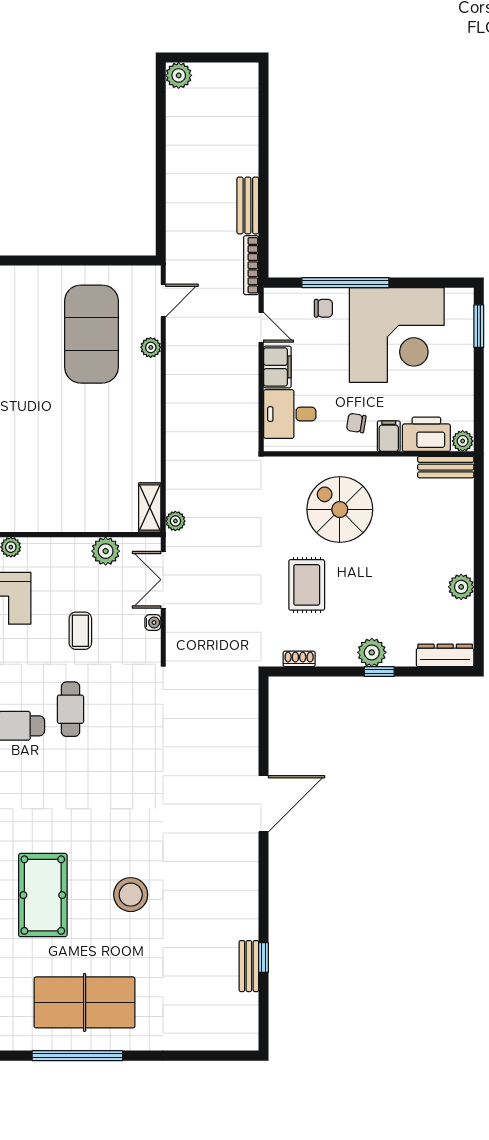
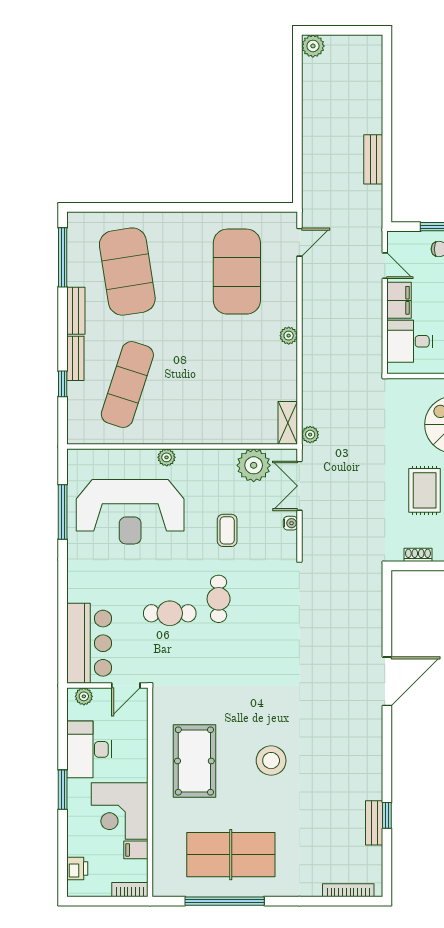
bookcase: (251, 265) -> (348, 890), moved, turned 90
plant: (151, 347) -> (289, 336), moved
plant: (106, 551) -> (254, 465), width x1.36, depth x1.36

